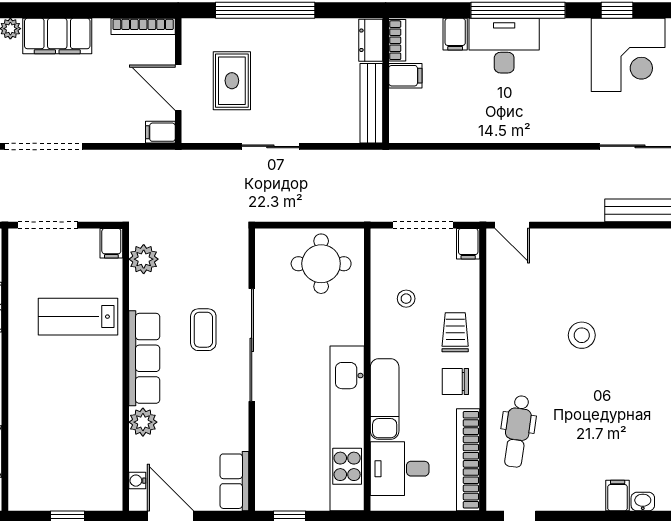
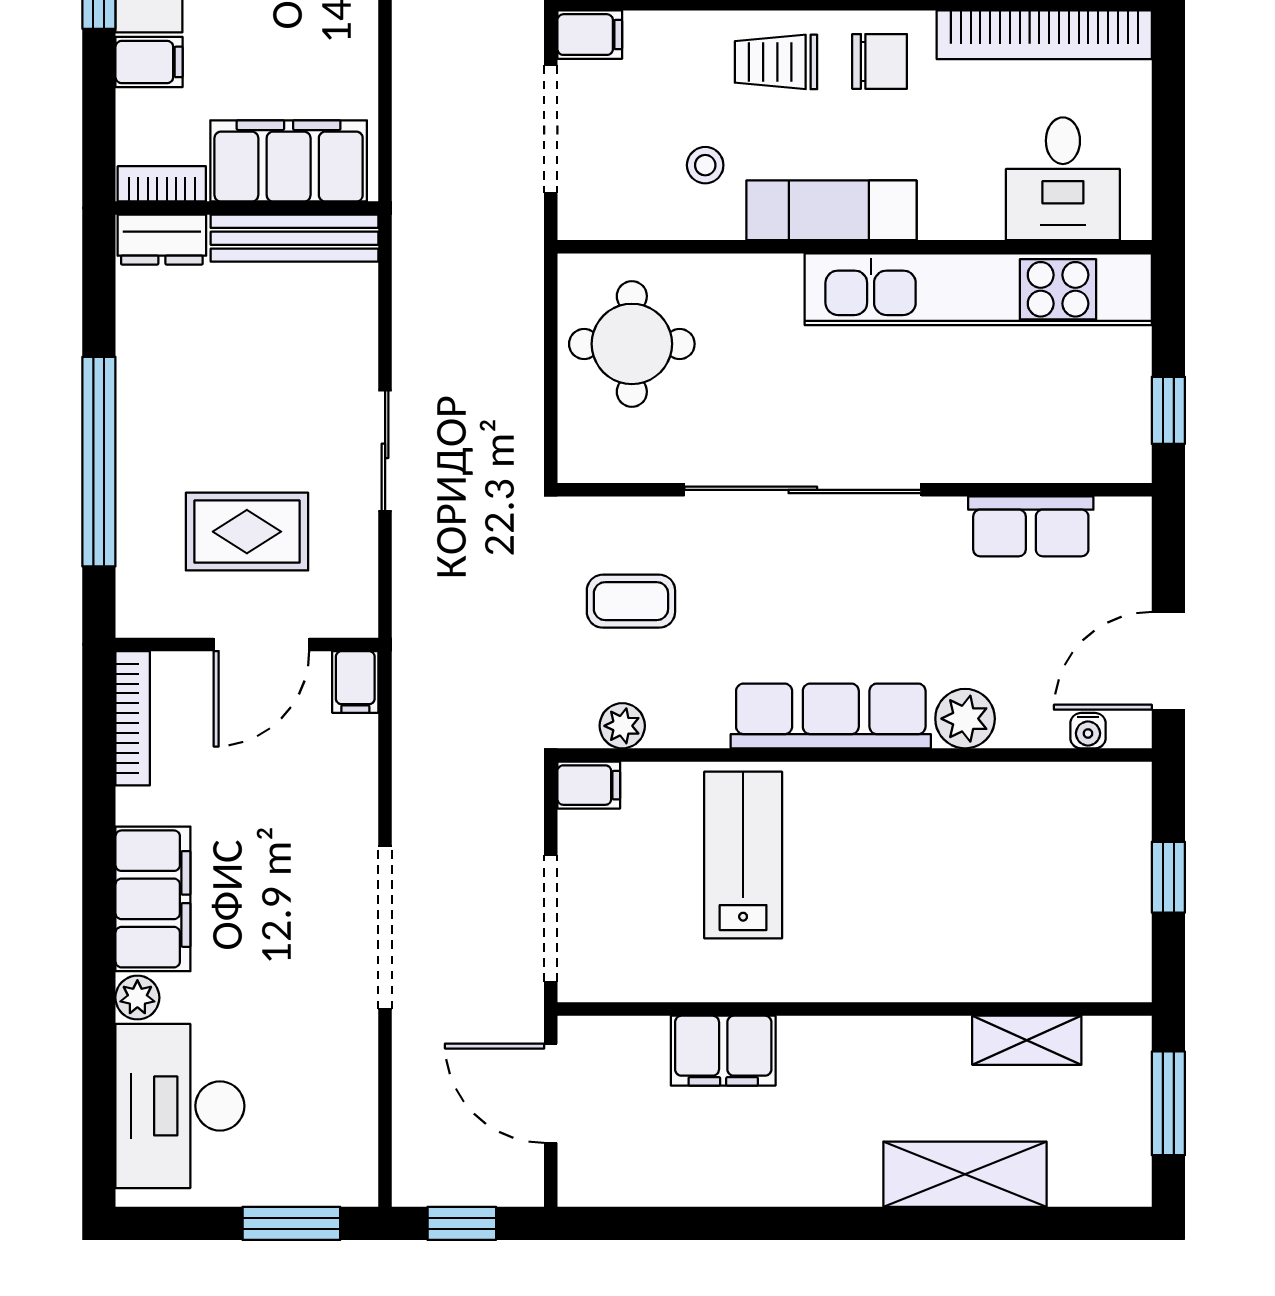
filing cabinet: (405, 76) -> (289, 161), width x3.00, depth x1.17
plant: (144, 259) -> (622, 726), width x0.73, depth x0.73
lab bench: (78, 317) -> (743, 855), turned 180
coffee table: (203, 330) -> (631, 601), moved
chair: (455, 381) -> (880, 61), turned -90
exam couch: (385, 399) -> (831, 210), moved
row of seats: (234, 481) -> (1031, 526), moved

